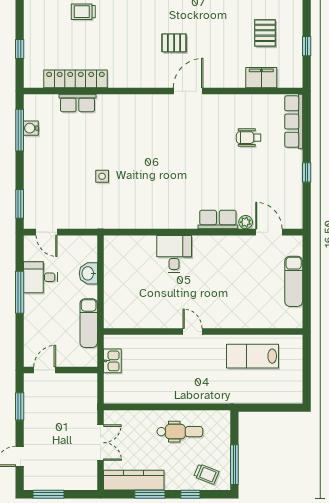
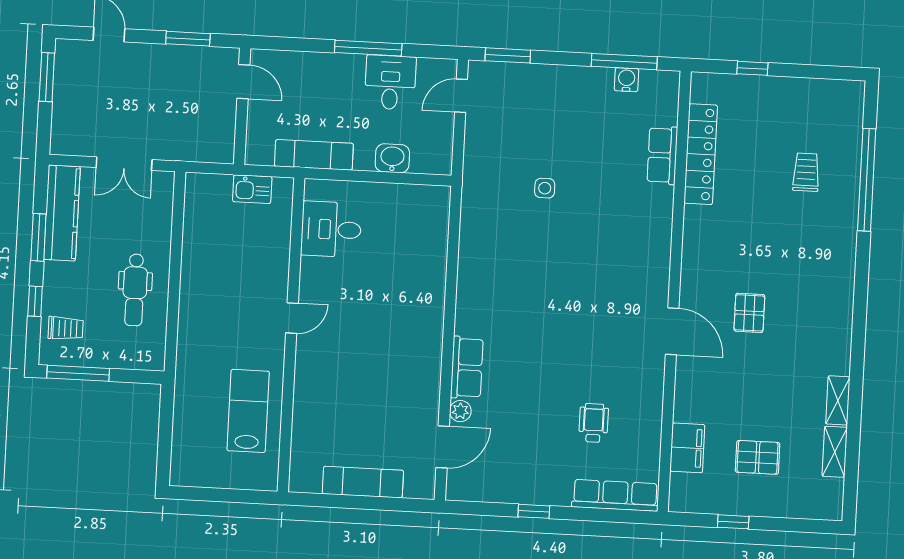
desk: (174, 254) -> (331, 229), moved, turned 180
trolley: (206, 474) -> (66, 328), turned -112

